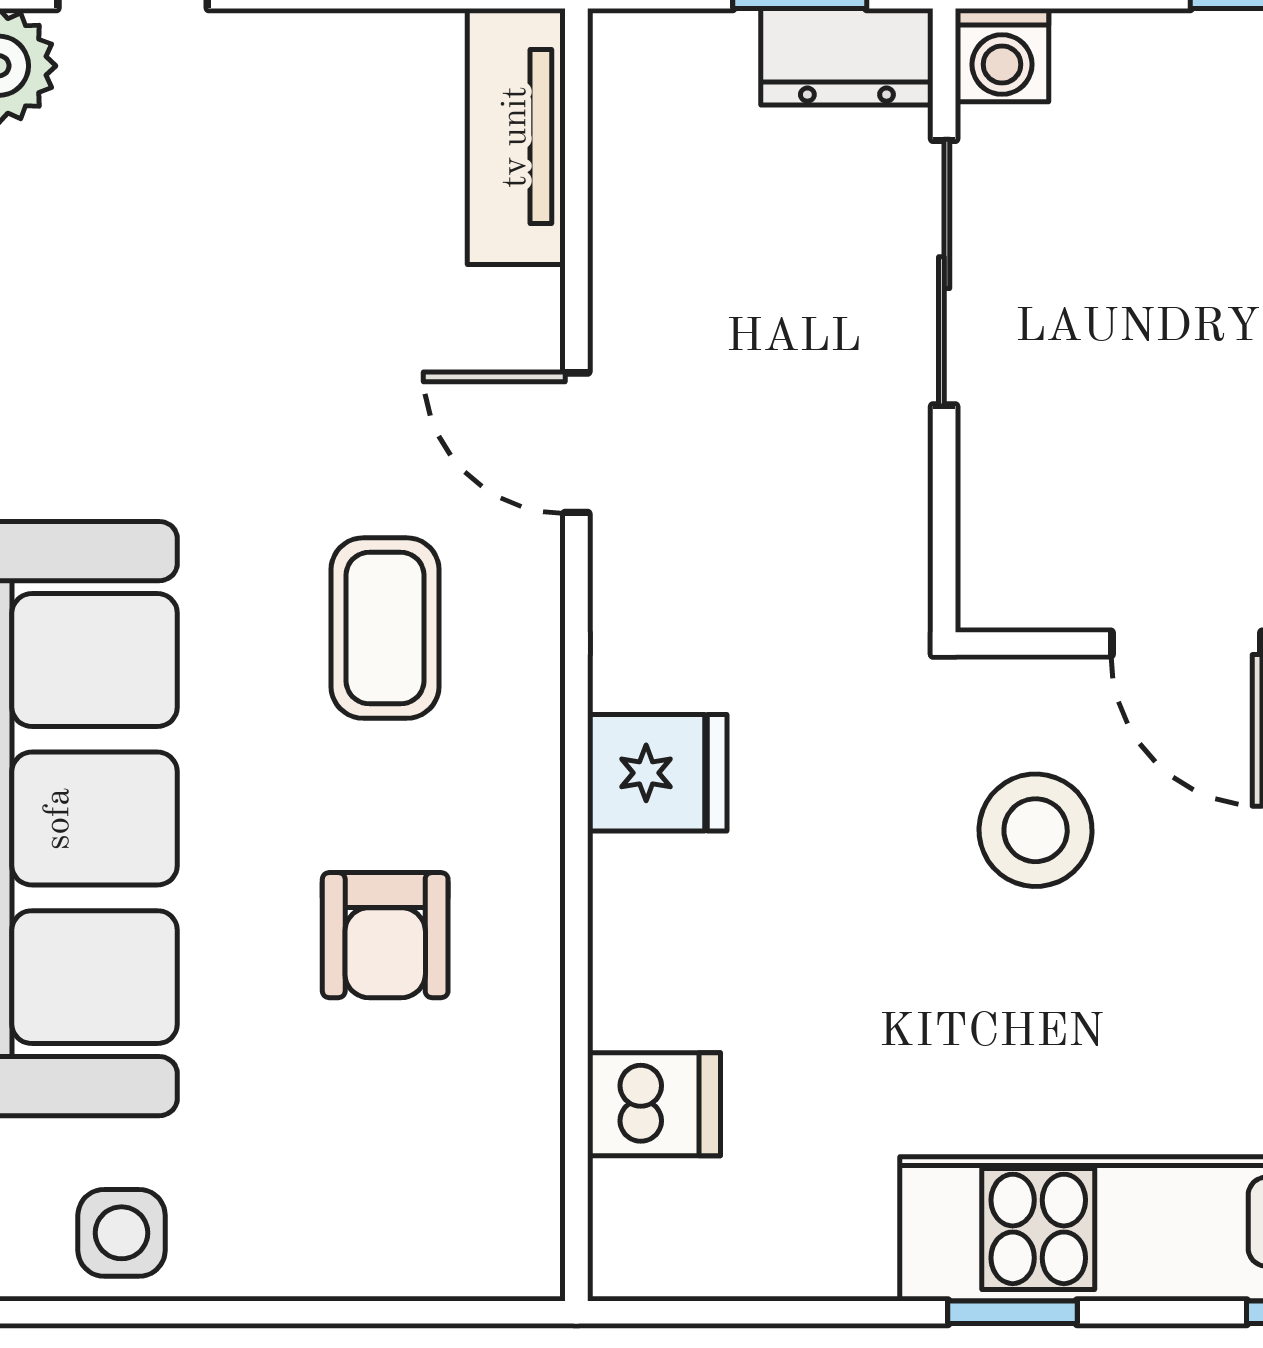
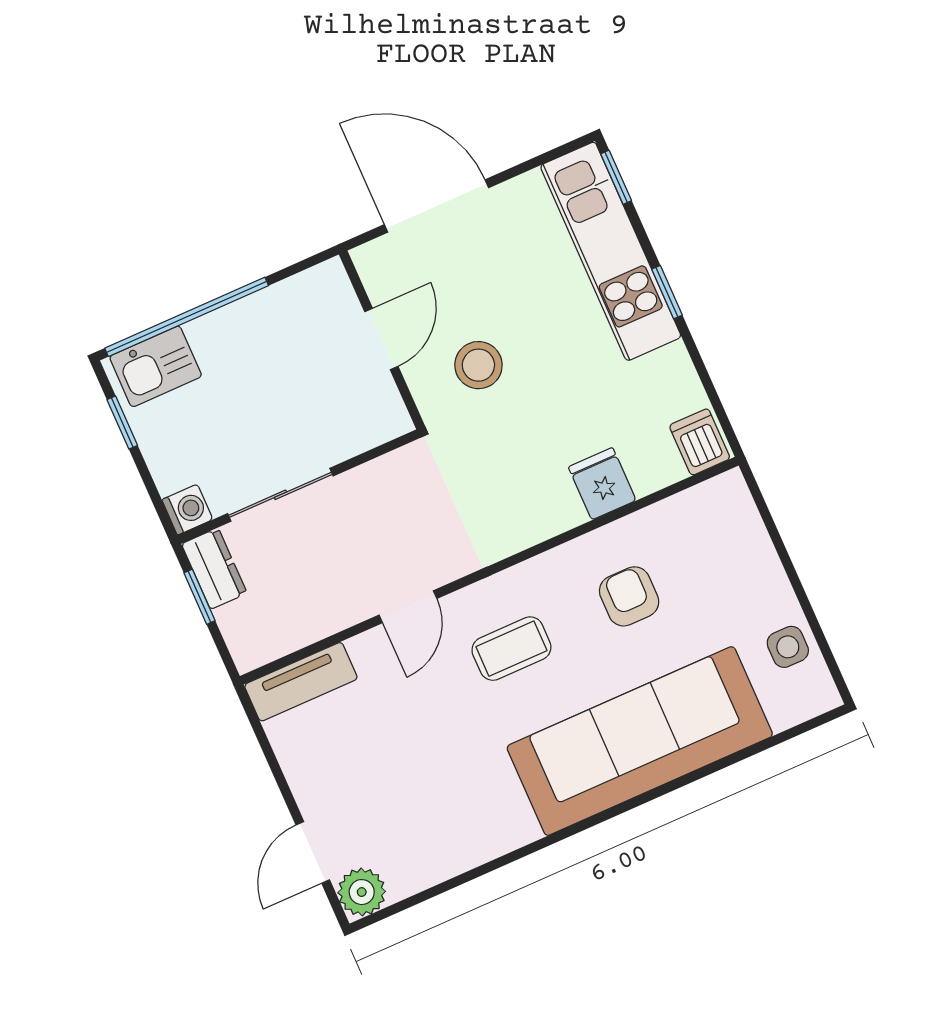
fridge: (657, 773) -> (602, 484), moved
armchair: (385, 935) -> (629, 596), turned -90
dishwasher: (654, 1104) -> (700, 442), moved

